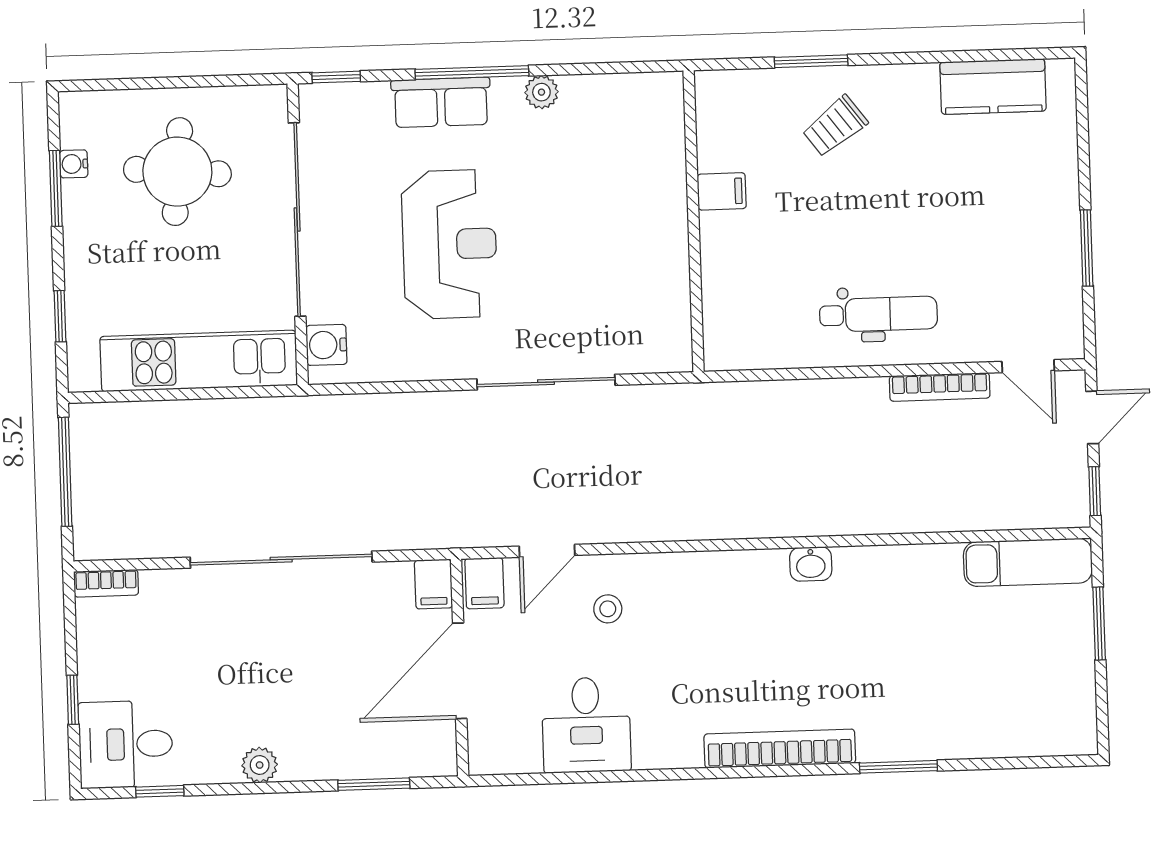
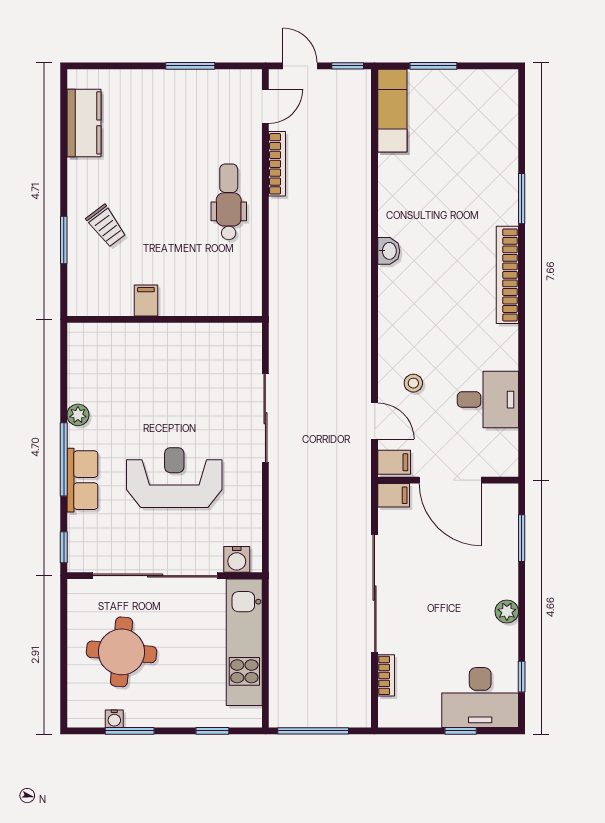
bookcase: (106, 583) -> (386, 675), moved
desk: (126, 744) -> (480, 698), width x1.37

